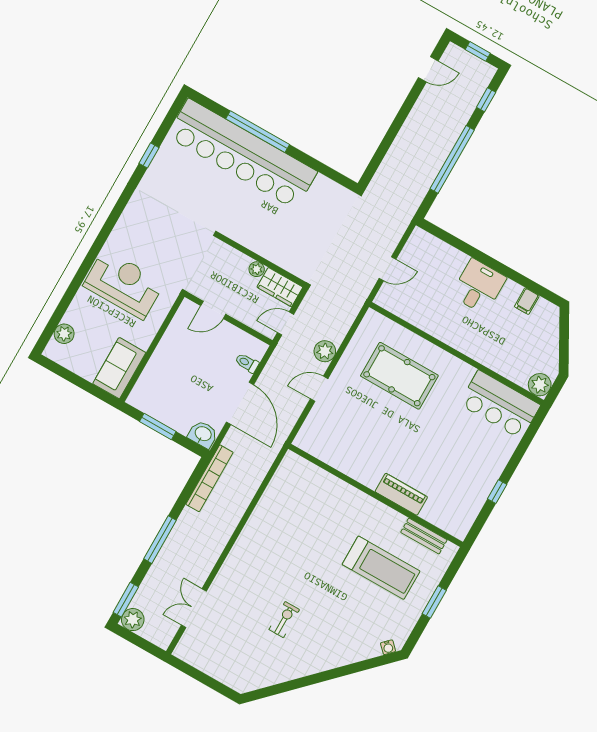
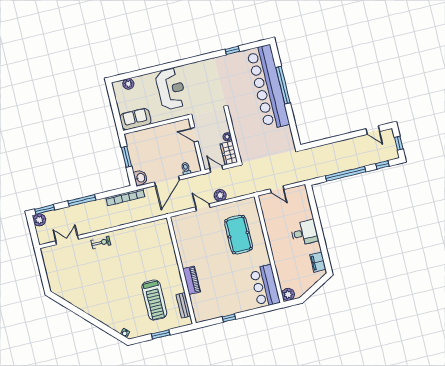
filing cabinet: (527, 301) -> (318, 262), width x2.00
exercise bike: (284, 620) -> (101, 243), moved

